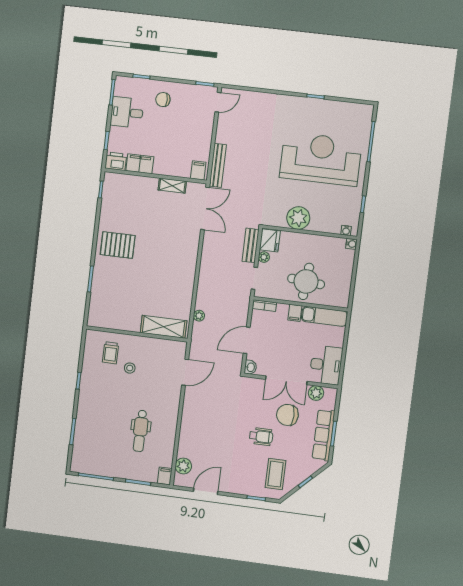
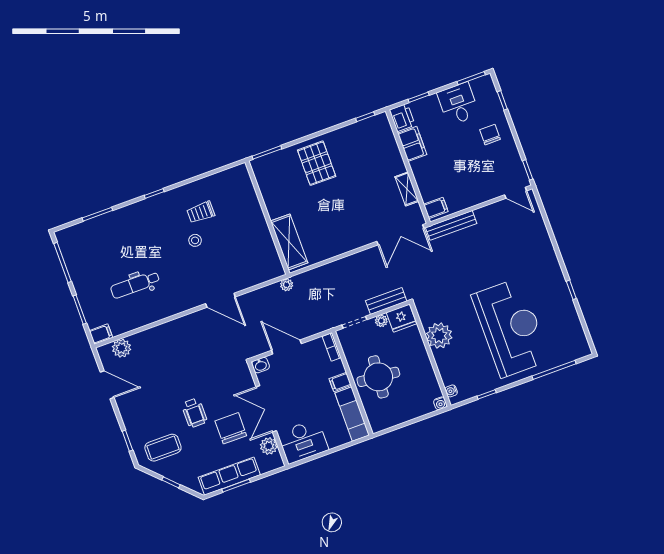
shelving: (164, 327) -> (289, 242), moved
wall: (137, 334) -> (267, 218), moved

